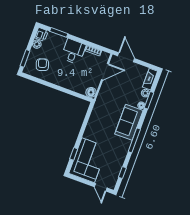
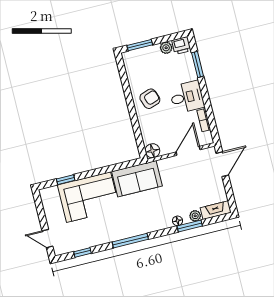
armchair: (42, 65) -> (150, 99), moved
door: (105, 72) -> (188, 151), swing flipped
sofa: (129, 122) -> (137, 179), moved, turned 180
corner sofa: (88, 160) -> (89, 197), moved
door: (101, 187) -> (47, 239), hinge flipped

